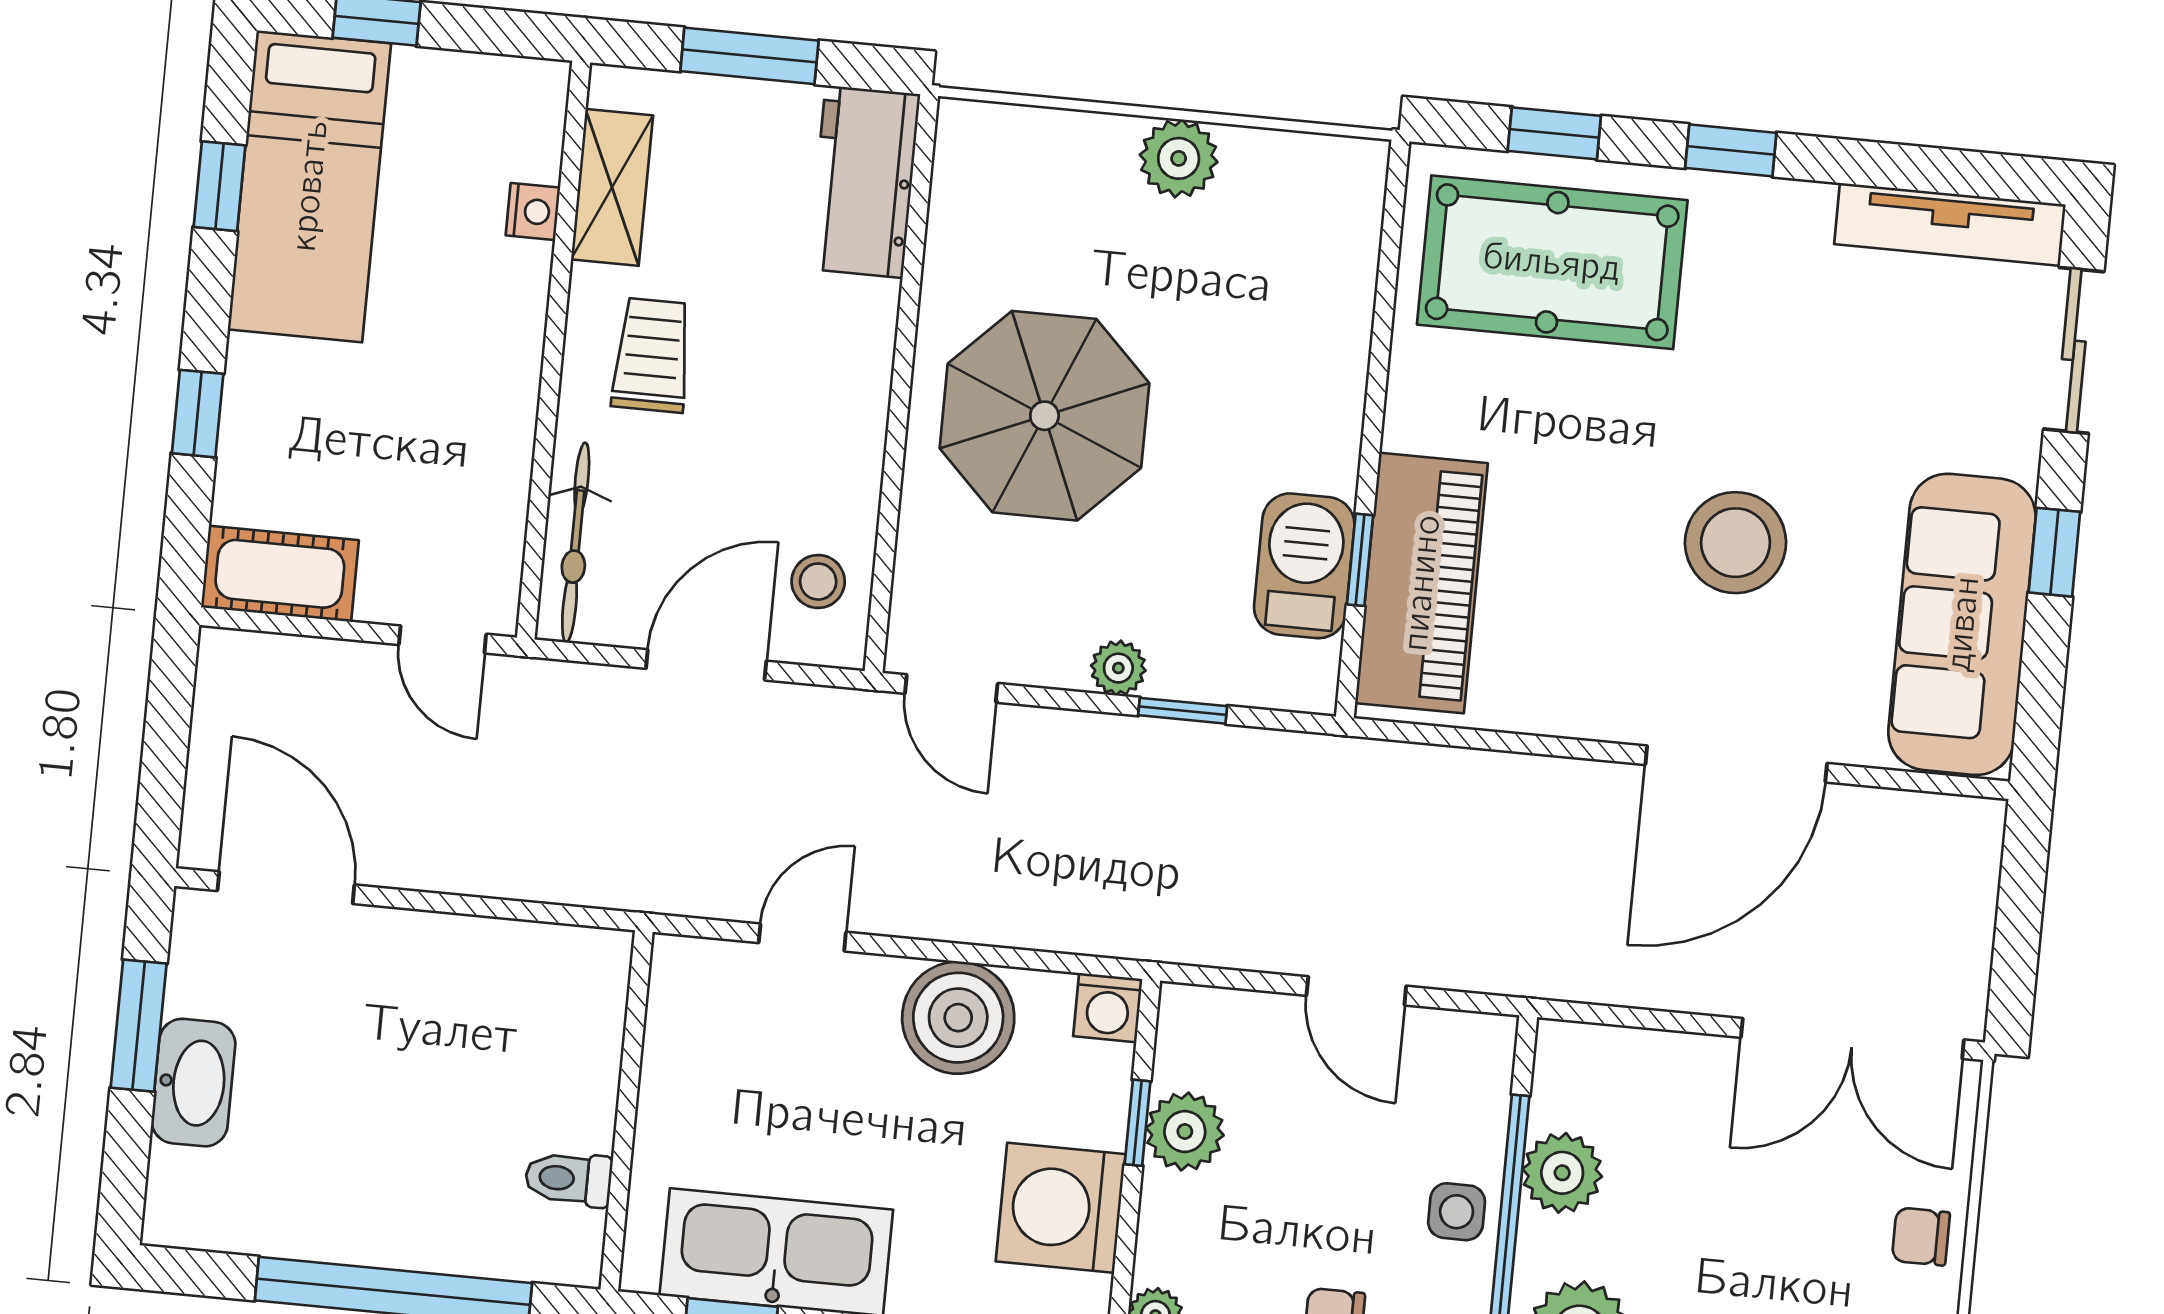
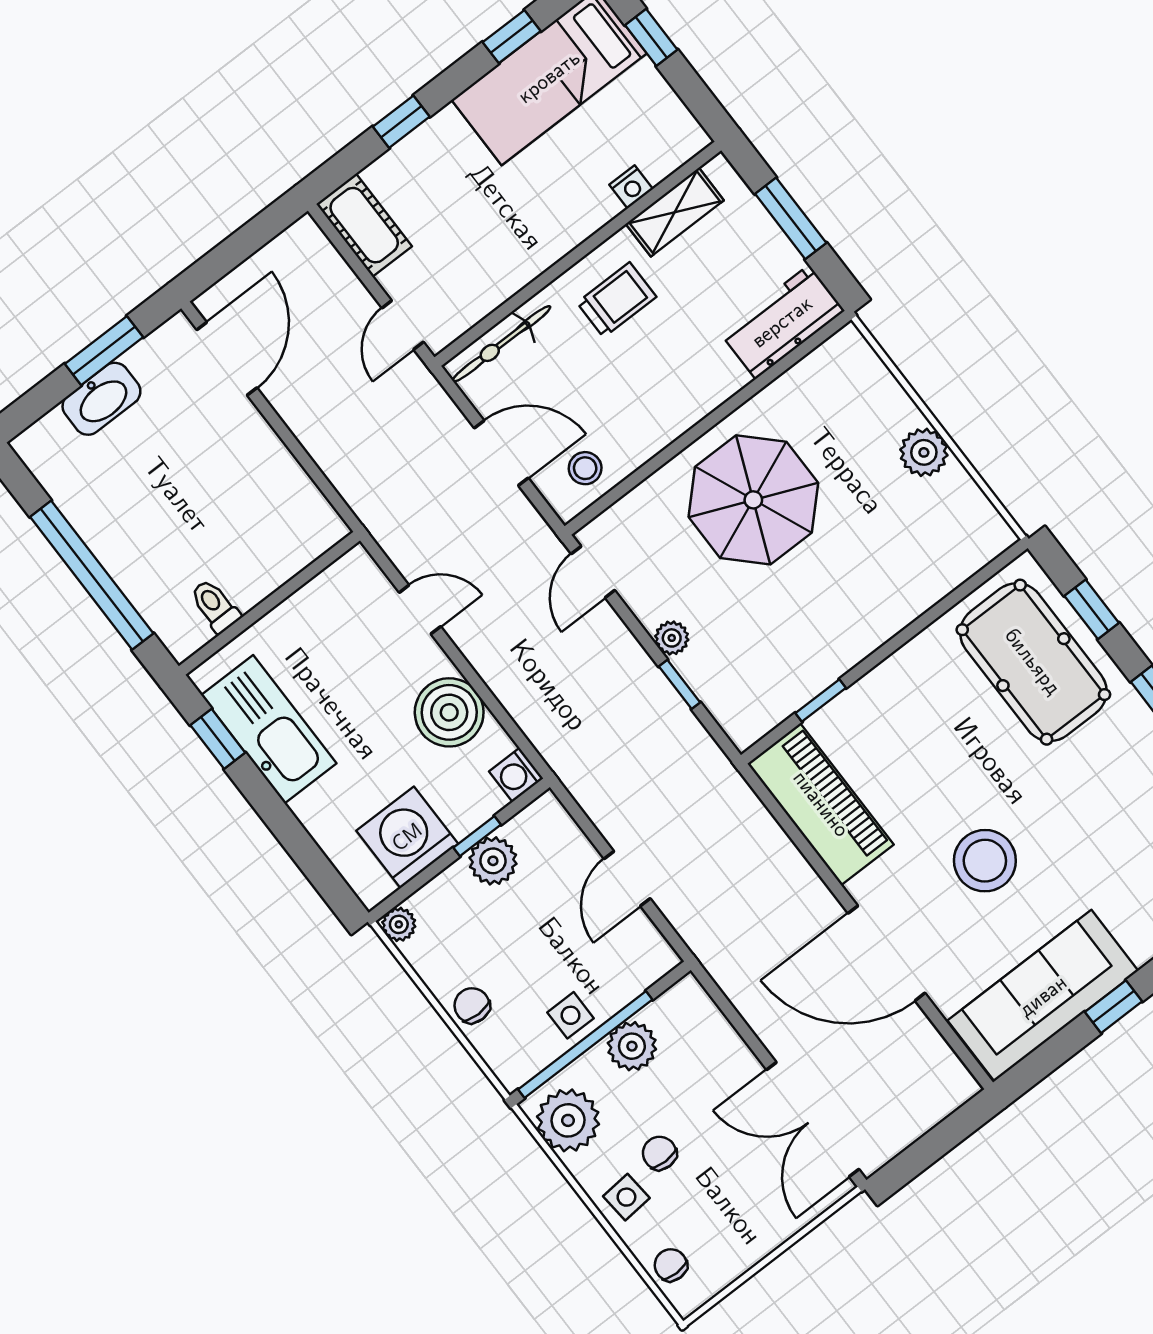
barbecue: (1304, 566) -> (795, 678), removed
piano: (1421, 583) -> (821, 804), moved, turned -90
chair: (1921, 1237) -> (660, 1153), moved

